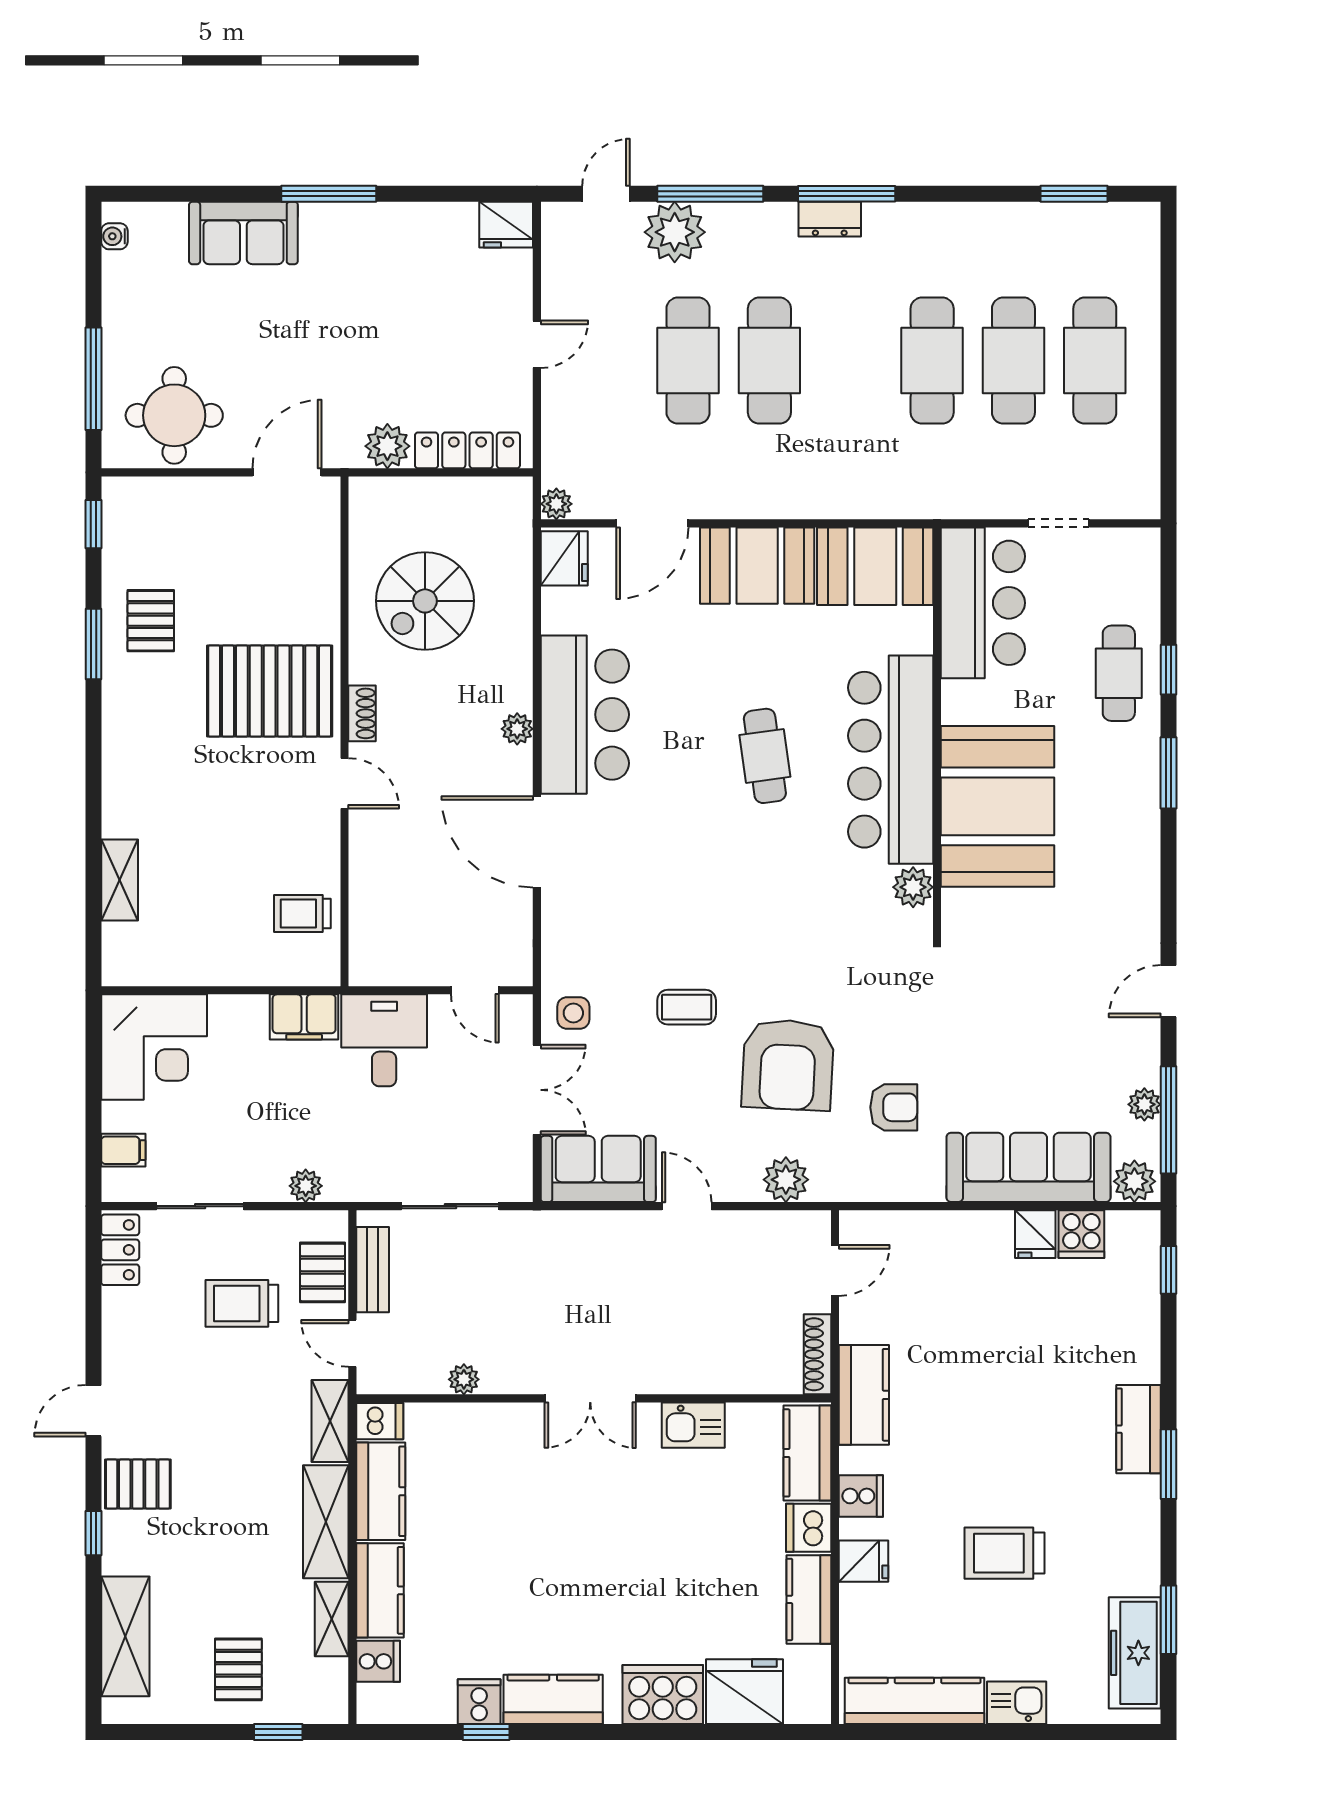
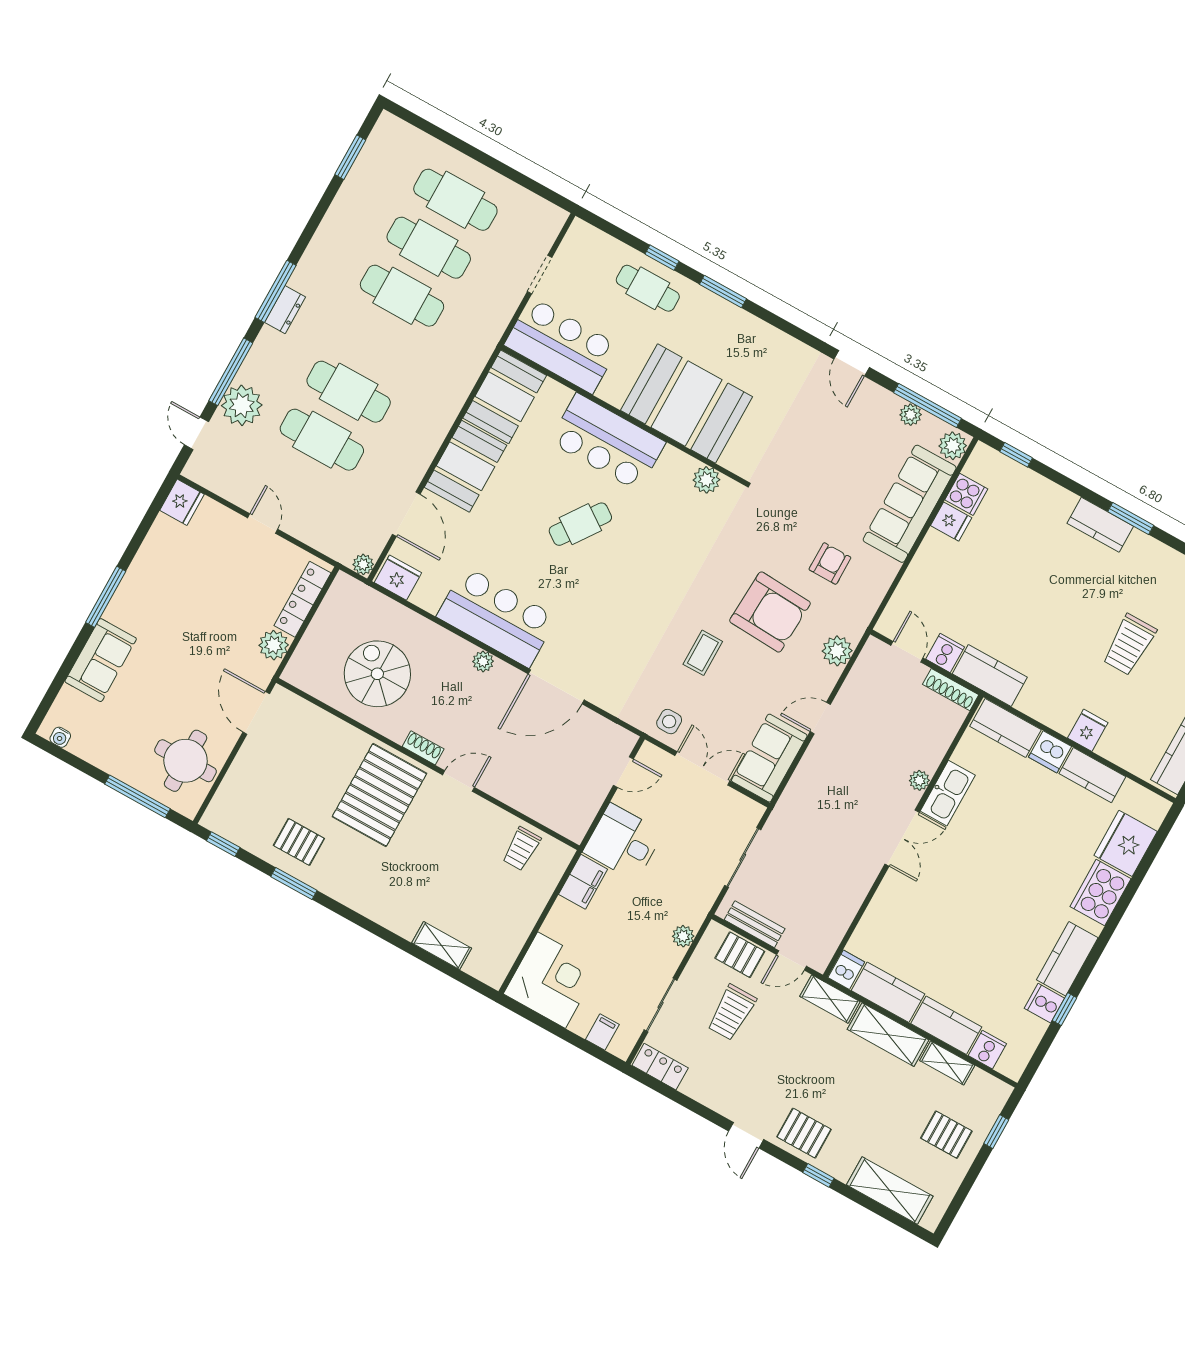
spiral stairs: (425, 601) -> (377, 674), turned 180
cafe table: (765, 756) -> (580, 524), turned -47
bar counter: (891, 760) -> (607, 442), width x0.73
plant: (464, 1379) -> (919, 780), moved
kitchen sink: (693, 1425) -> (948, 793), width x1.38
pallet: (138, 1484) -> (804, 1133), turned 90
cooker: (861, 1496) -> (945, 653), moved

